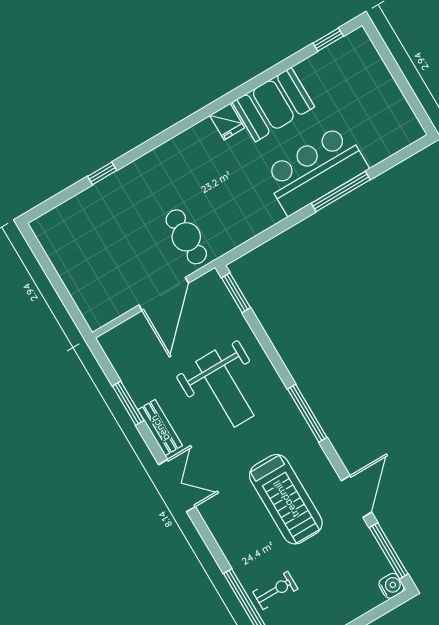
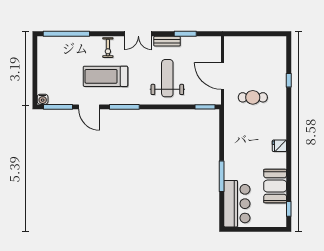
booth: (273, 105) -> (275, 186), moved
bar counter: (315, 170) -> (237, 204), moved
cafe table: (186, 237) -> (253, 97), moved
weight bench: (225, 389) -> (167, 78), turned 90
window: (307, 413) -> (124, 107), moved
exercise bike: (275, 590) -> (108, 48), moved

